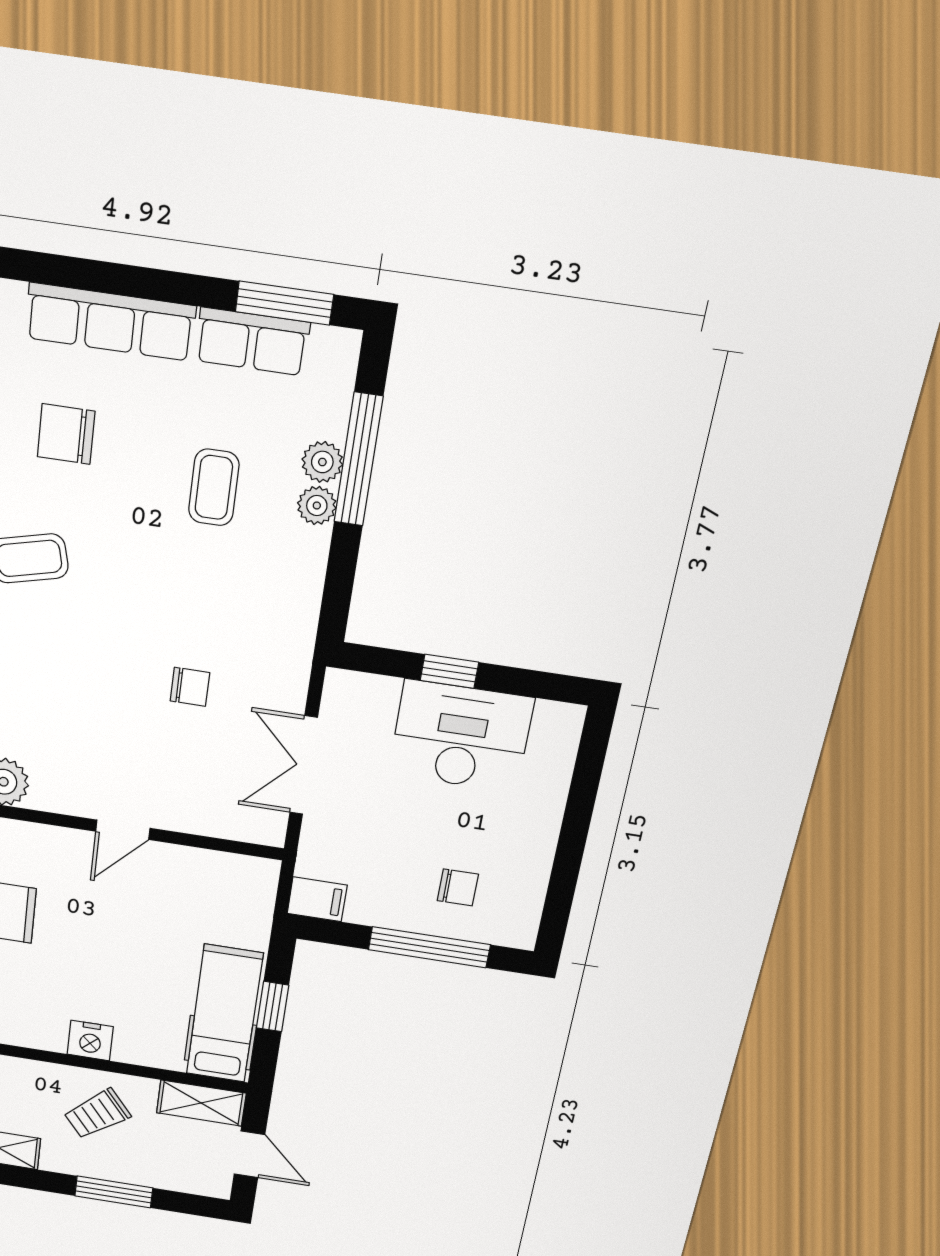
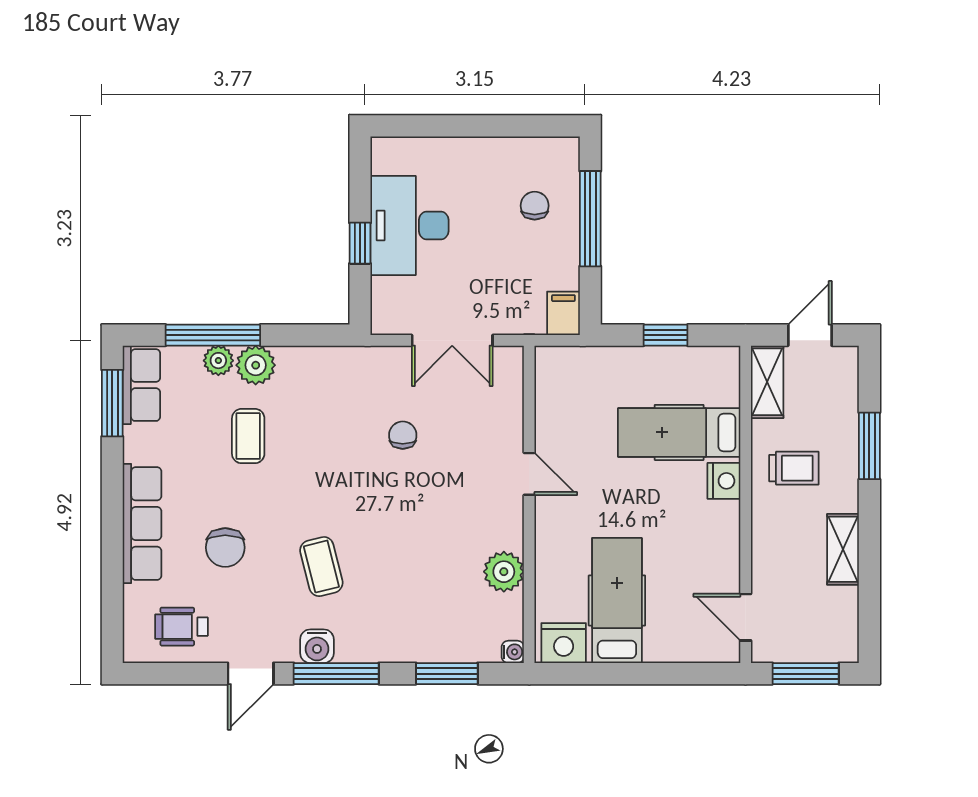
row of seats: (252, 341) -> (141, 385), moved
coffee table: (214, 487) -> (248, 436), turned 90
plant: (317, 505) -> (256, 365), width x1.38, depth x1.38
hospital bed: (225, 1014) -> (679, 432), moved
trolley: (97, 1114) -> (794, 468), turned -51

